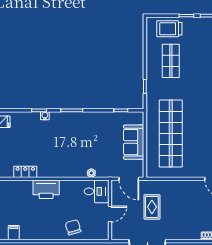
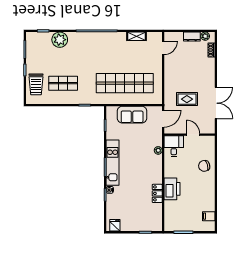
kitchen unit: (77, 119) -> (113, 163), added
locker: (25, 172) -> (157, 193), moved

